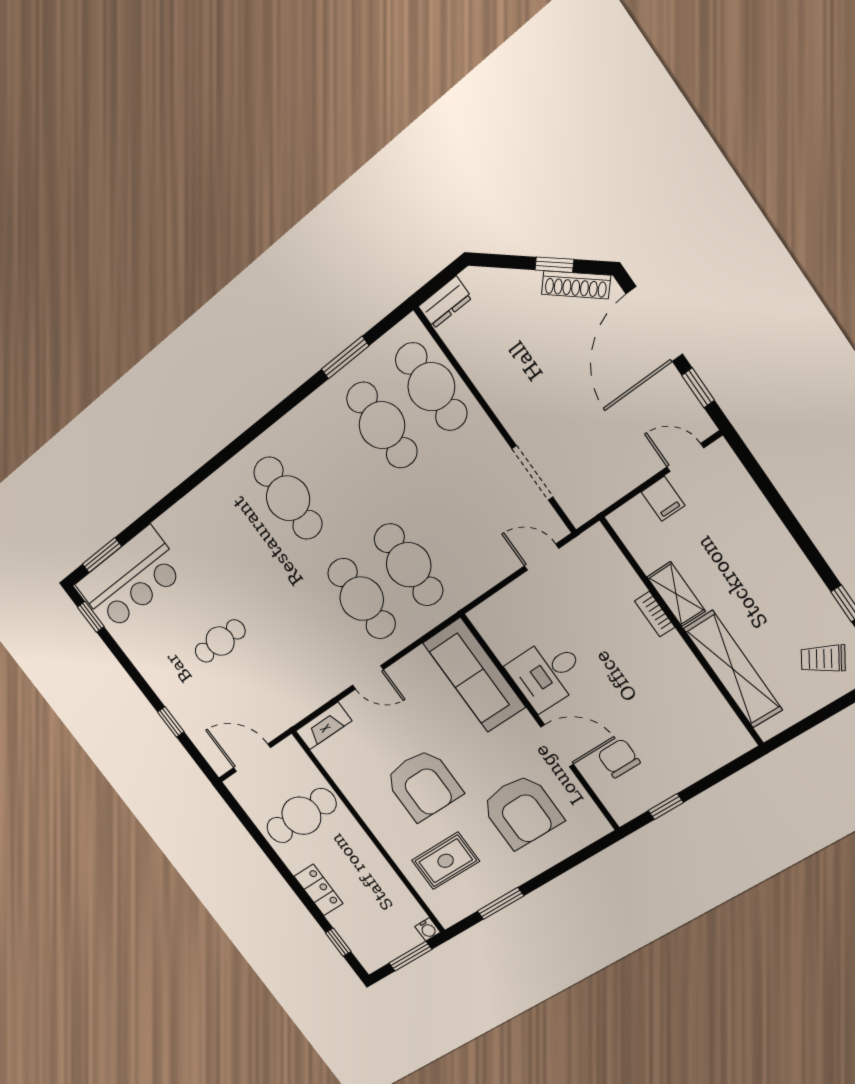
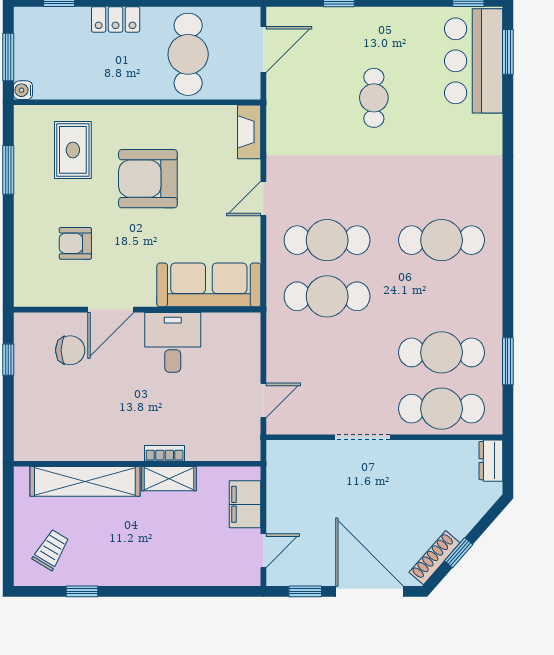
doorway: (532, 473) -> (362, 437), moved
filing cabinet: (663, 499) -> (245, 504), width x2.00
armchair: (522, 811) -> (75, 243), width x0.53, depth x0.53

